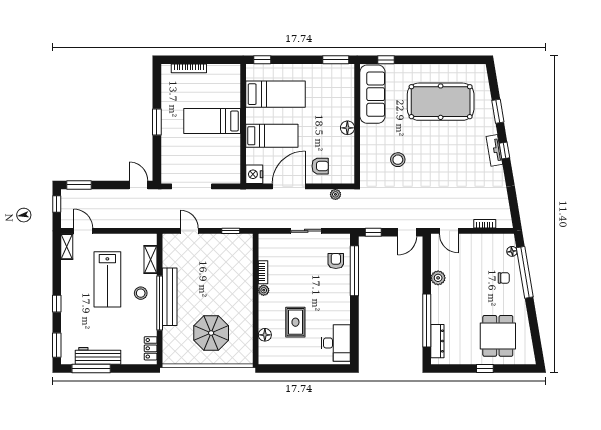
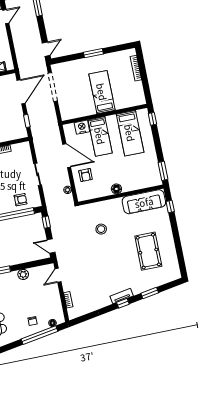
pool table: (441, 102) -> (148, 251), width x0.73, depth x0.76
nightstand: (254, 174) -> (82, 127), moved
door: (189, 231) -> (21, 92), width x1.87

